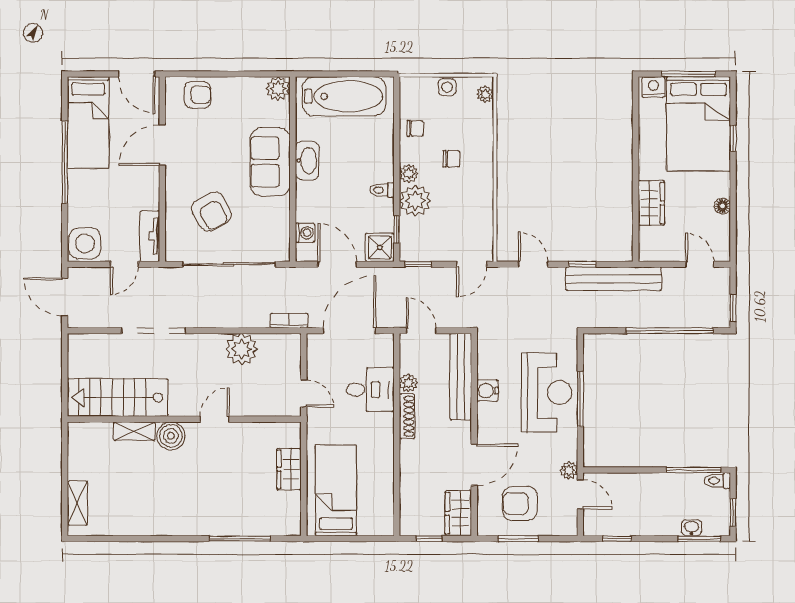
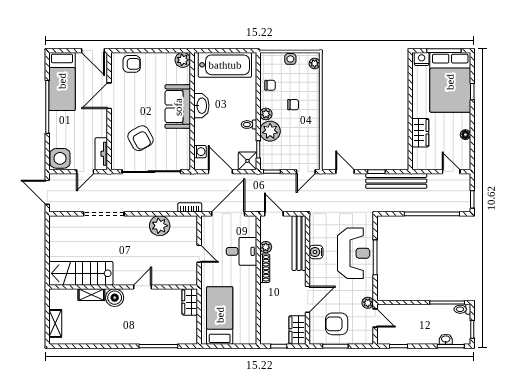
stairs: (118, 398) -> (81, 273), moved
wall: (184, 419) -> (123, 287), moved
door: (215, 419) -> (143, 287), moved
shelving: (134, 431) -> (91, 295), moved
boiler: (171, 436) -> (115, 298), moved

